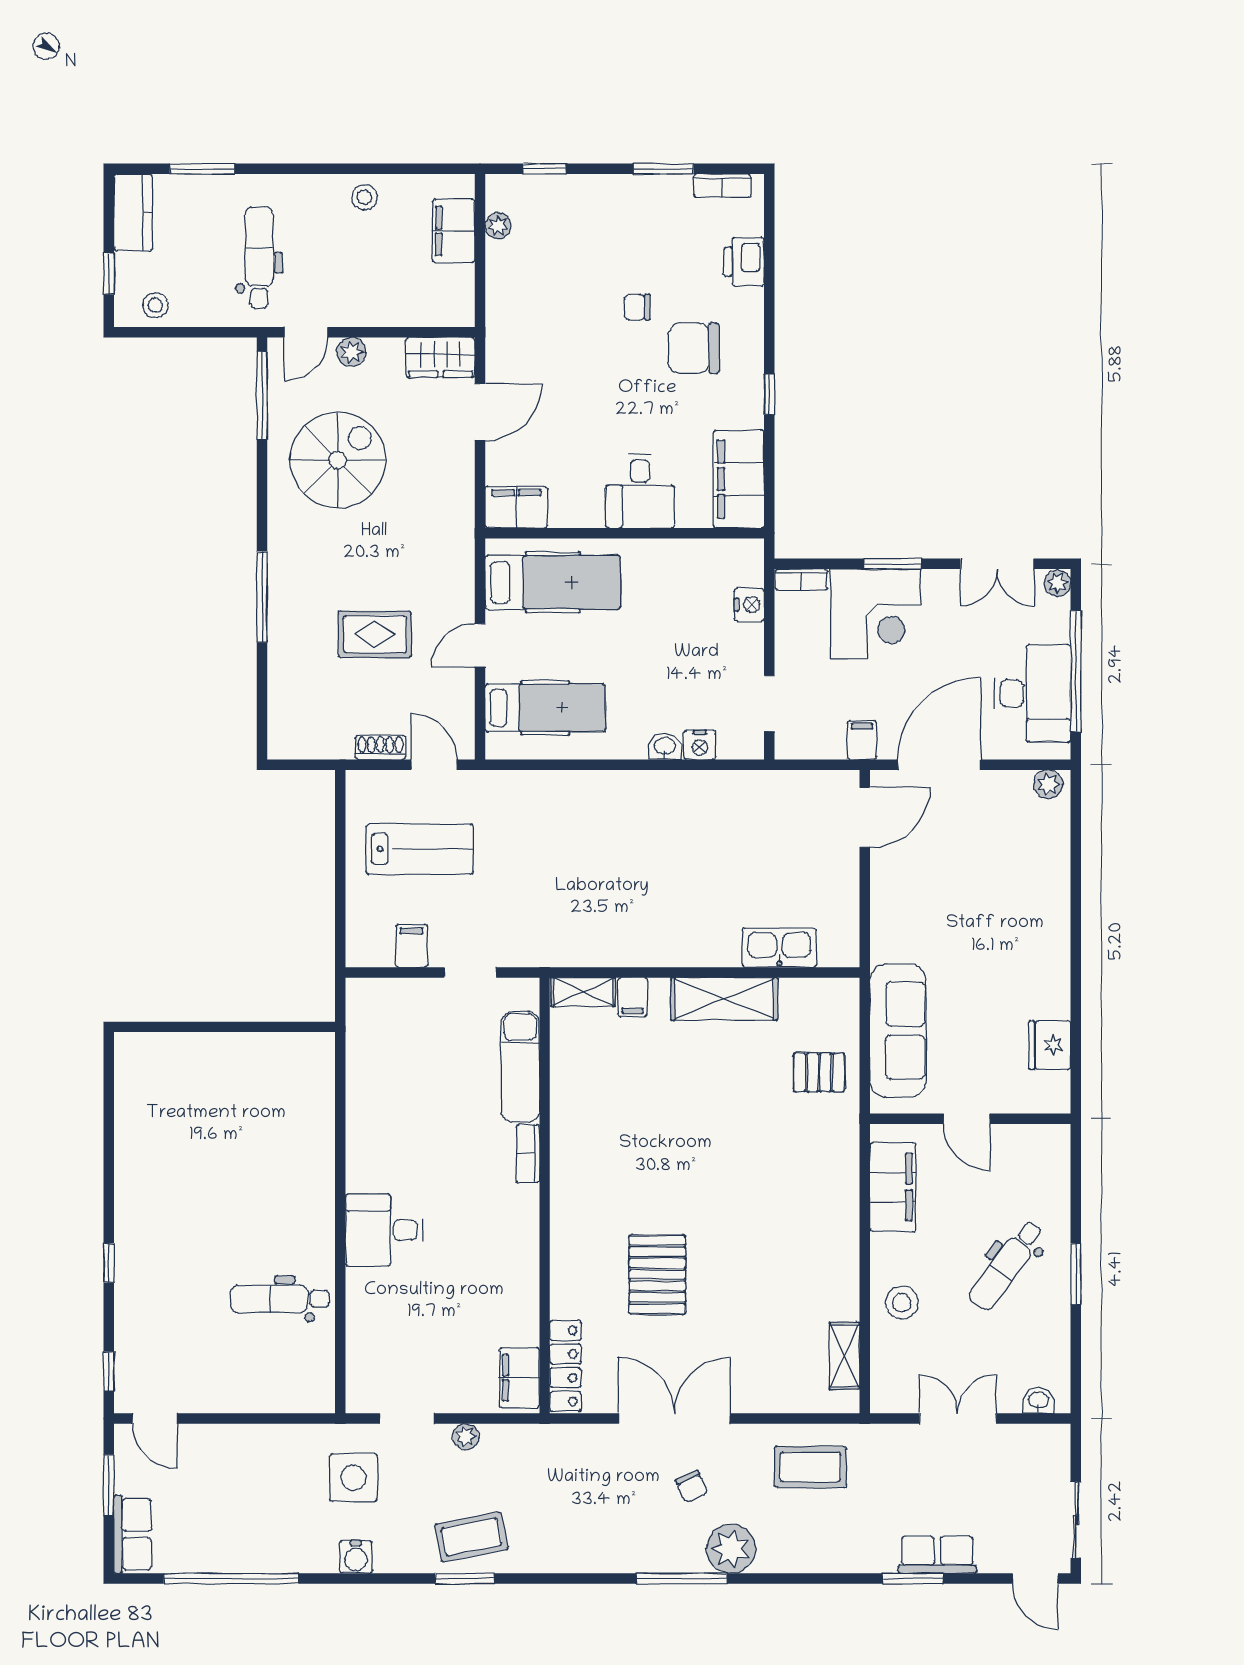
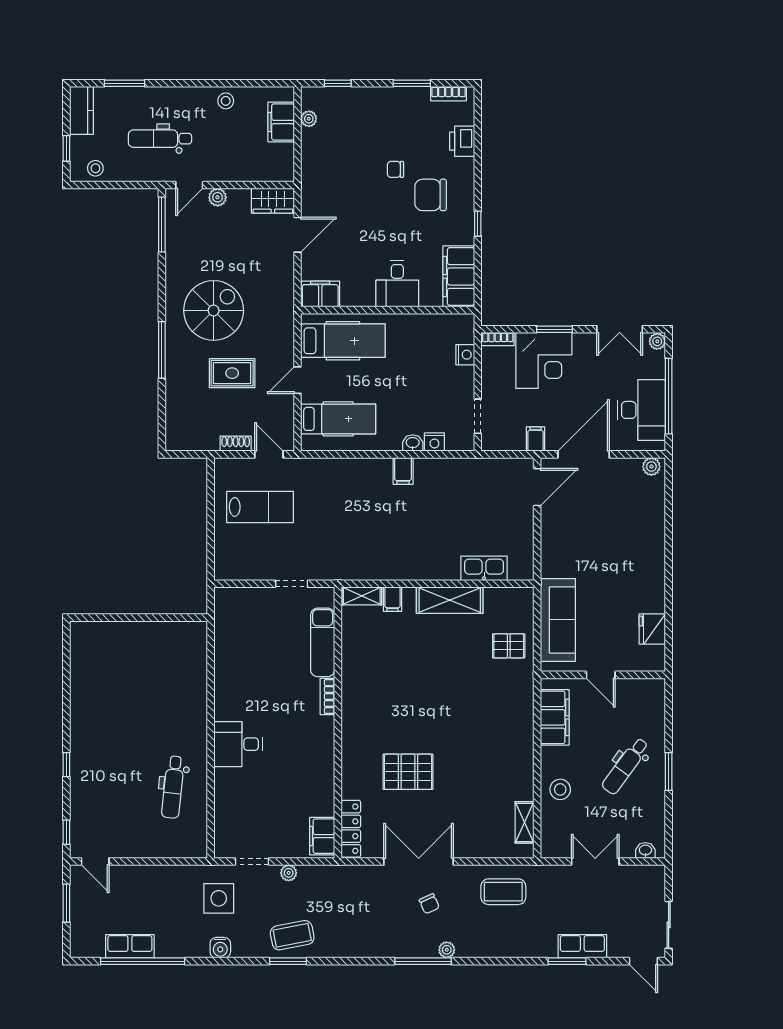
dental chair: (259, 258) -> (160, 139), turned -90
spiral stairs: (338, 460) -> (214, 310), moved
filing cabinet: (412, 946) -> (403, 471), moved, turned 180
pallet: (657, 1275) -> (408, 772), turned 90
dental chair: (280, 1299) -> (173, 787), turned -84
row of seats: (133, 1534) -> (130, 946), moved, turned -90
plant: (731, 1549) -> (447, 950), width x0.53, depth x0.53

